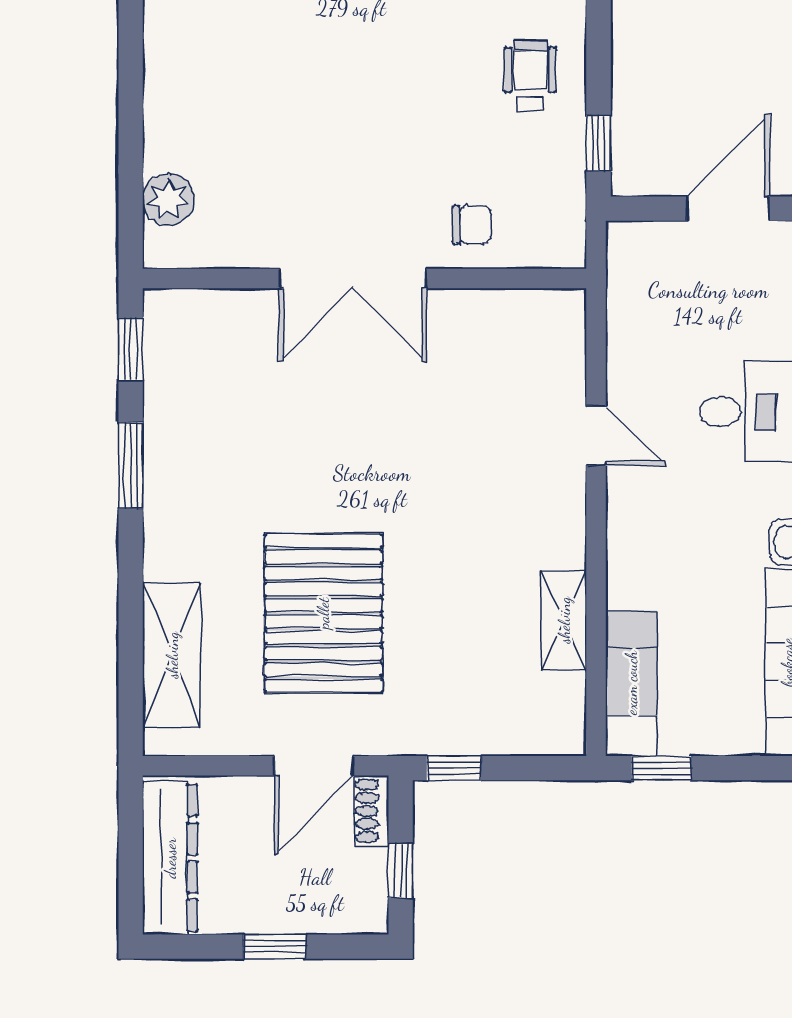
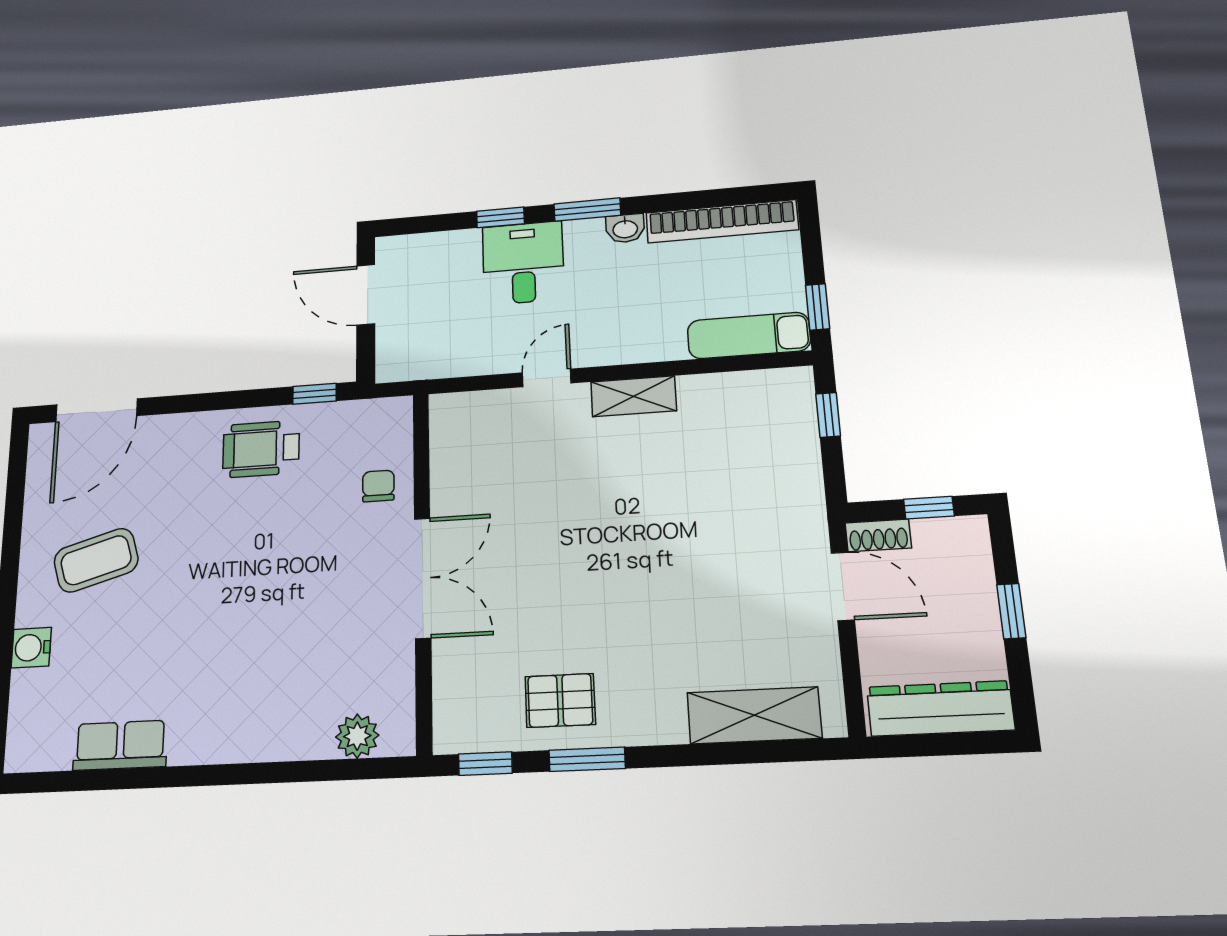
wheelchair: (530, 76) -> (261, 449), width x1.36, depth x1.37
pallet: (323, 613) -> (560, 700), moved, width x0.49, depth x0.50
shelving: (564, 620) -> (634, 396), moved
window: (454, 768) -> (828, 415), moved

